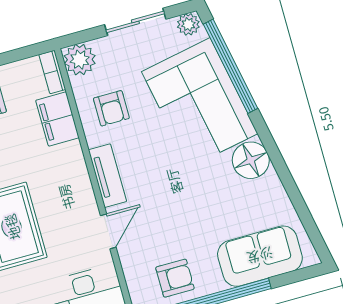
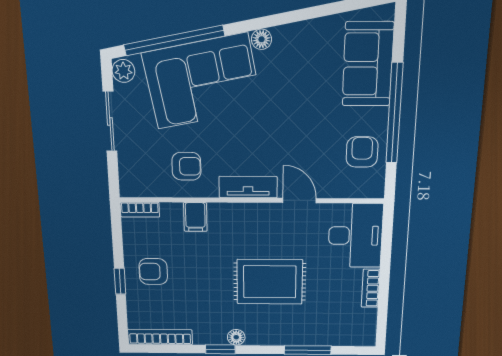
plant: (80, 60) -> (134, 182), removed
filing cabinet: (57, 119) -> (195, 217), width x0.50
floor lamp: (251, 160) -> (261, 39), width x0.53, depth x0.53

